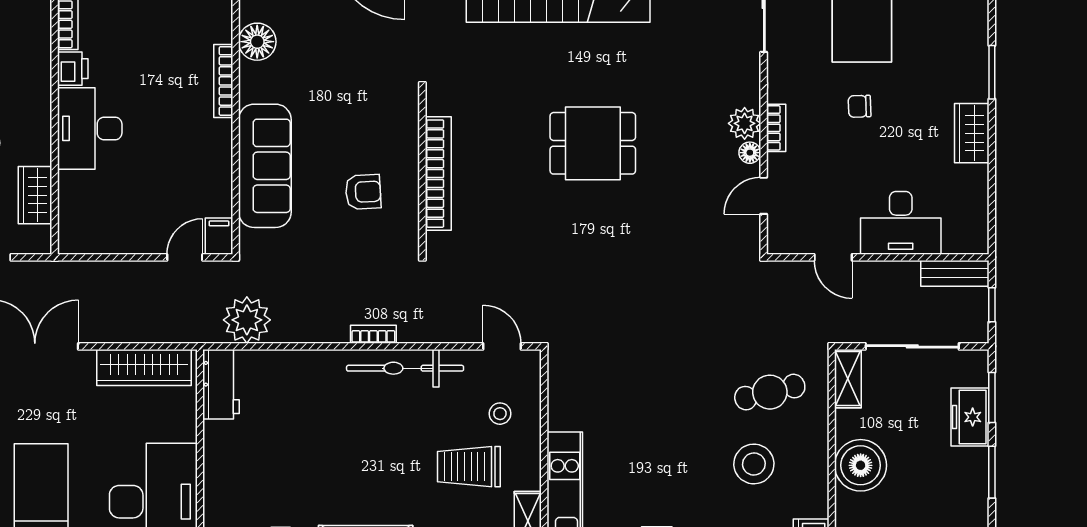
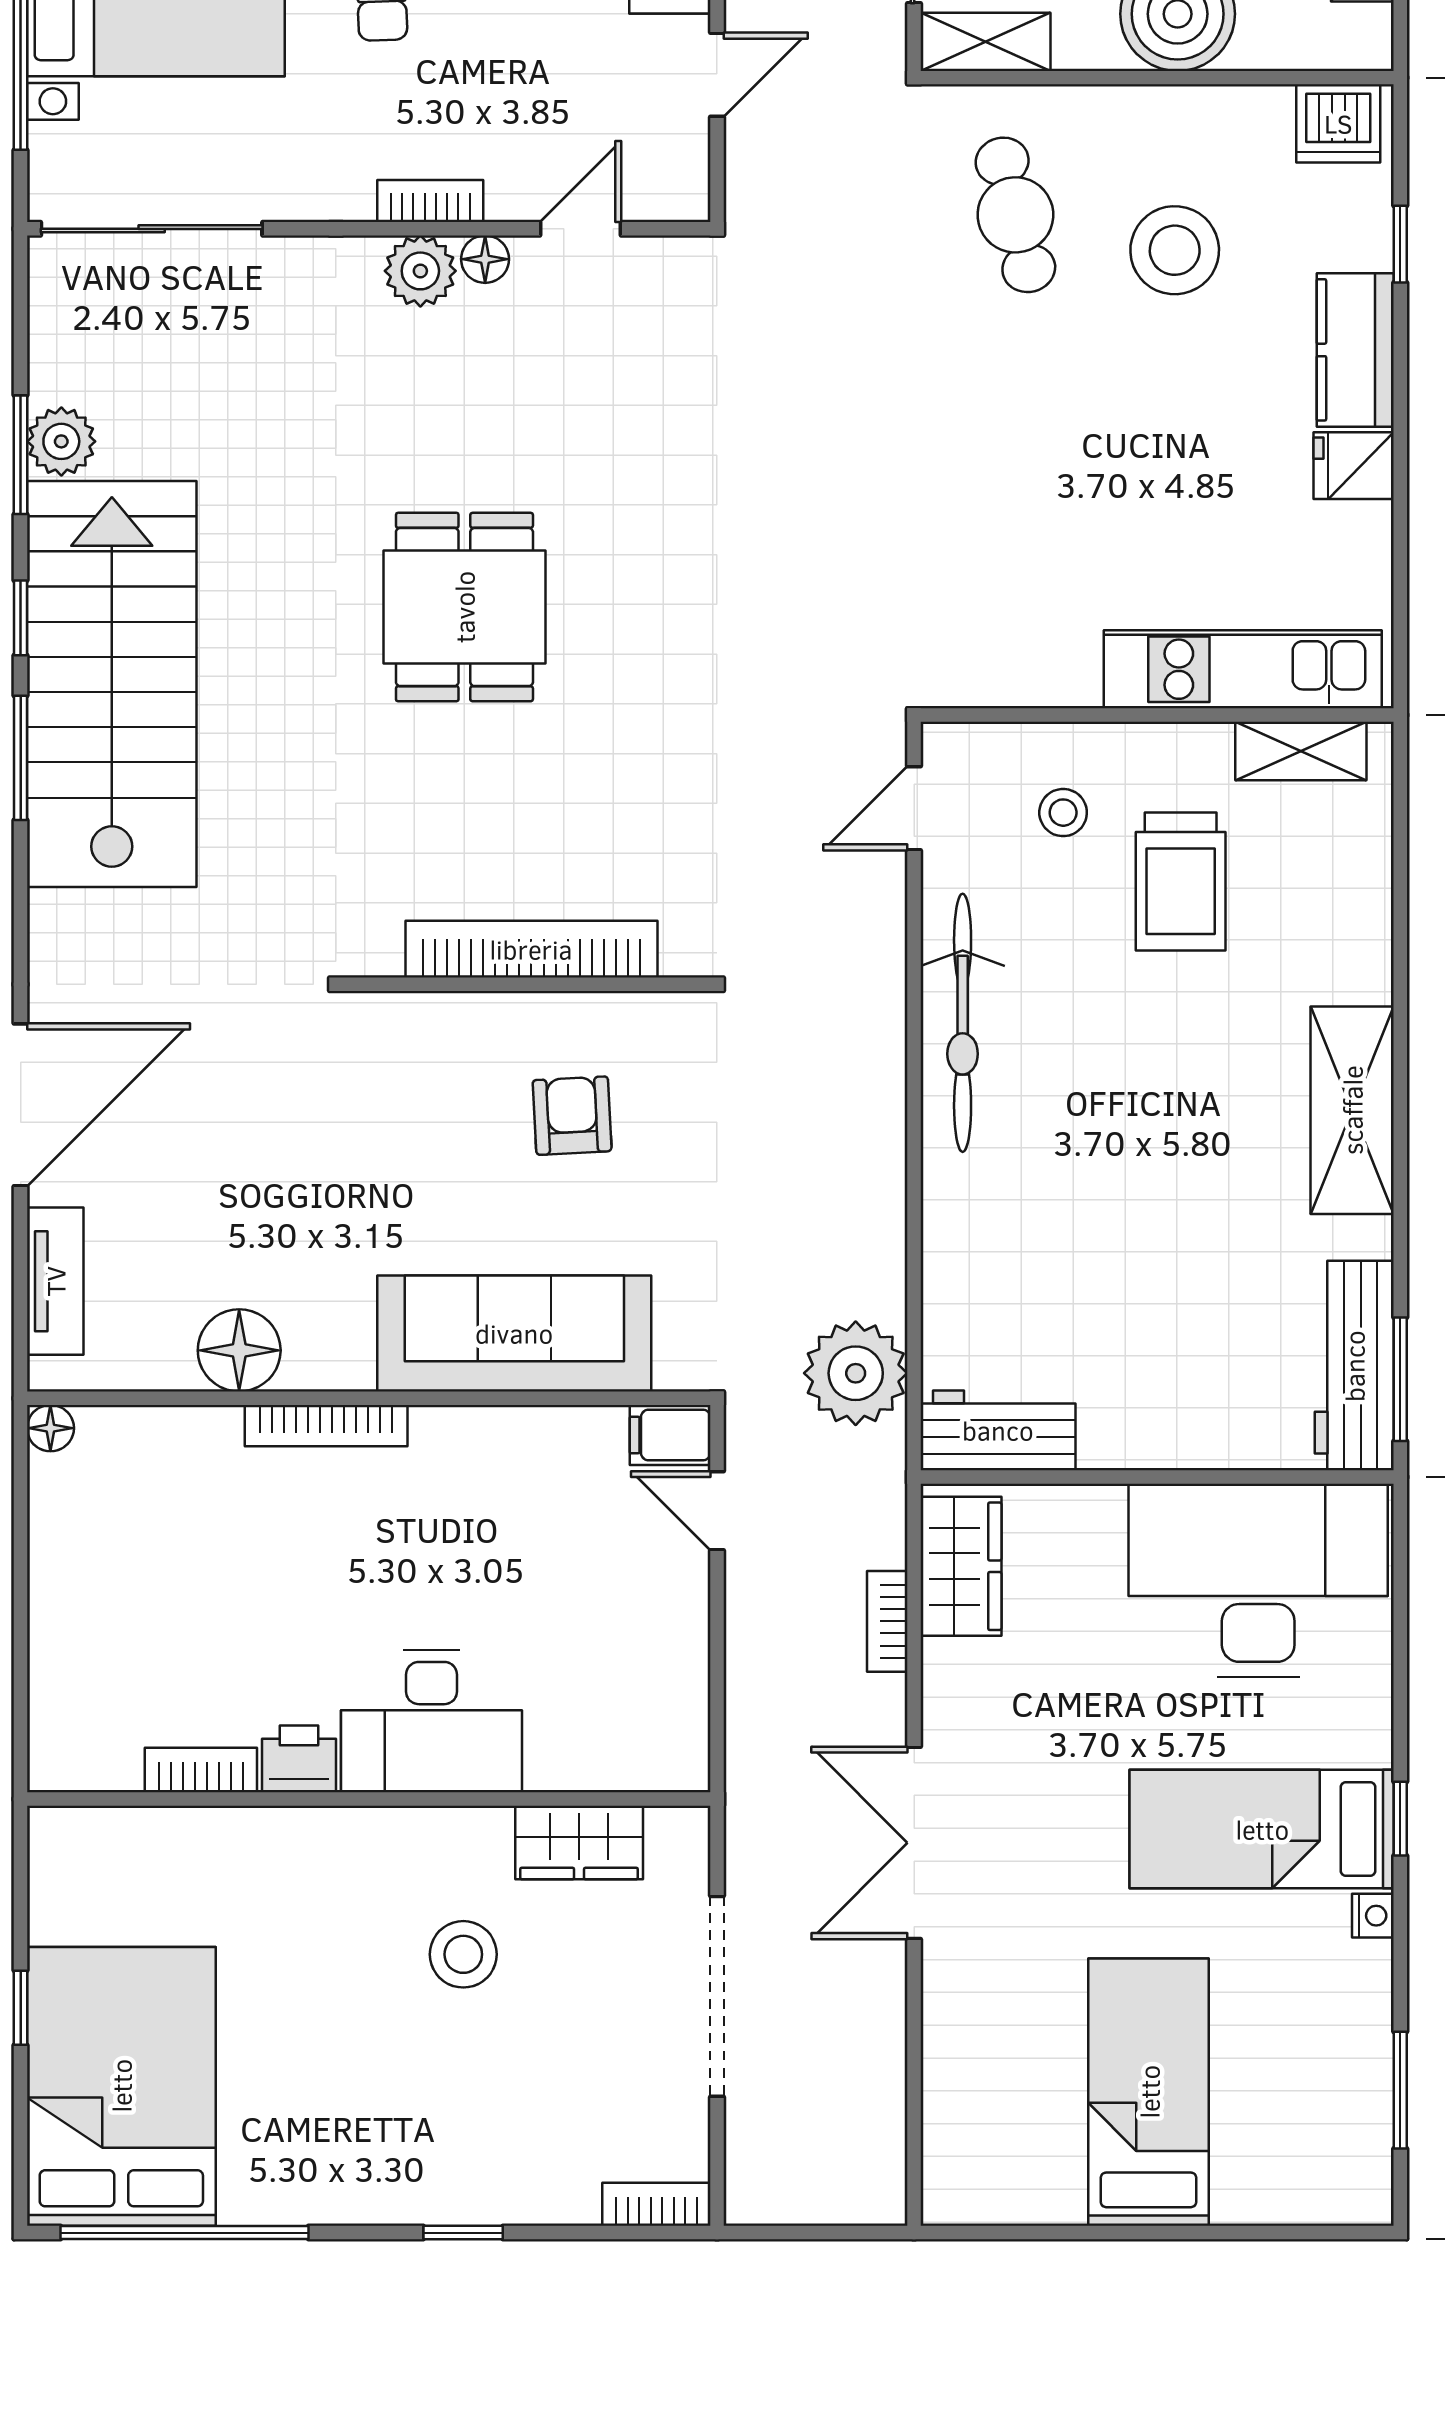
door: (764, 196) -> (581, 229), swing flipped
bookcase: (373, 334) -> (887, 1621), moved
wardrobe: (144, 367) -> (961, 1566), width x0.67

